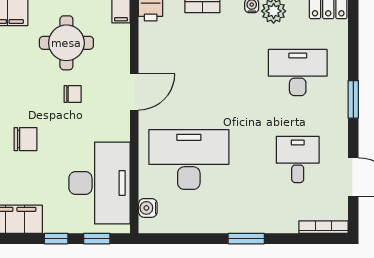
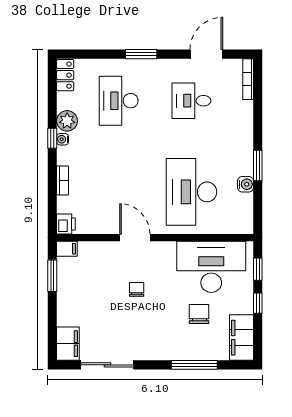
round table: (66, 43) -> (94, 294), removed
chair: (25, 139) -> (199, 314), moved
water cooler: (148, 208) -> (246, 184), moved, turned -90
window: (246, 239) -> (258, 165), moved

